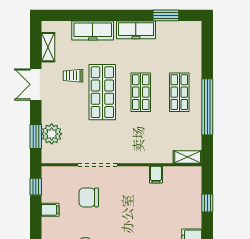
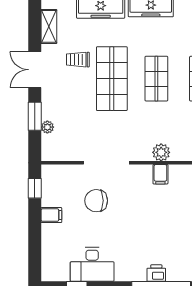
plant: (52, 134) -> (47, 127), width x0.53, depth x0.53
window: (36, 137) -> (35, 116), moved
plant: (145, 156) -> (161, 152), added
filing cabinet: (156, 175) -> (160, 174), moved

